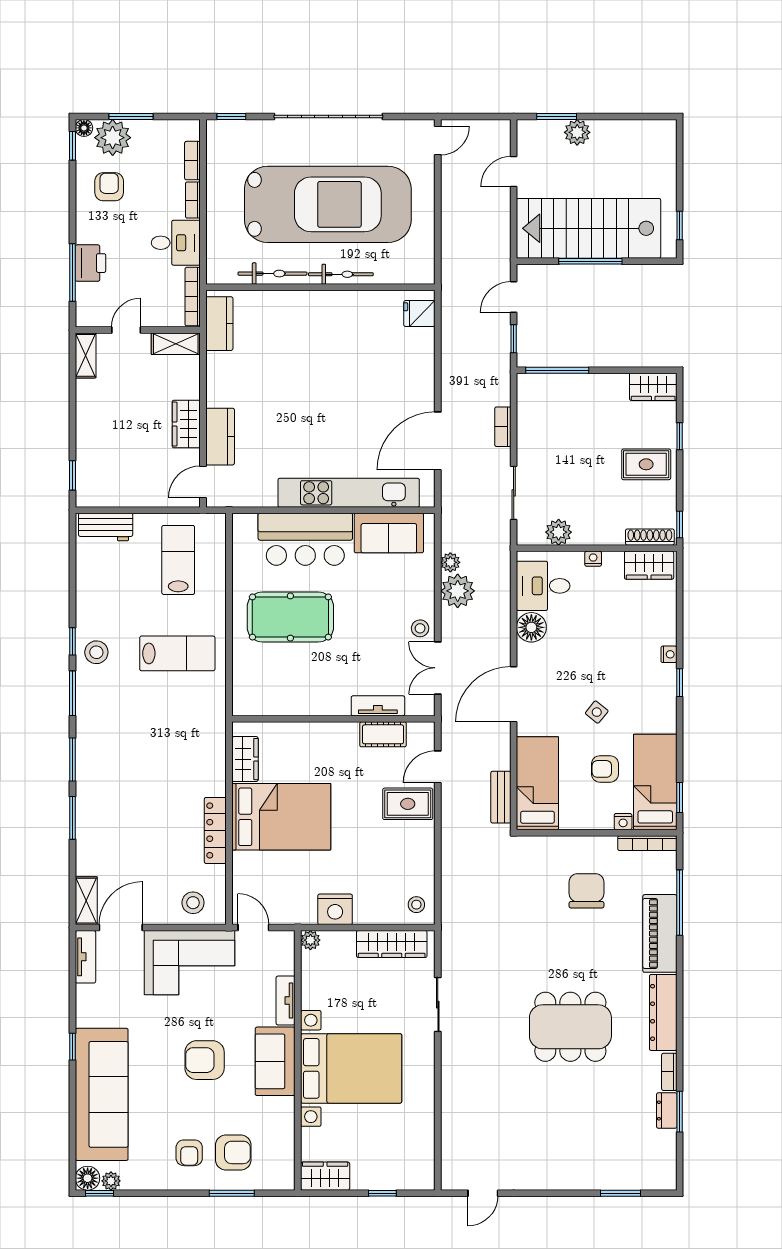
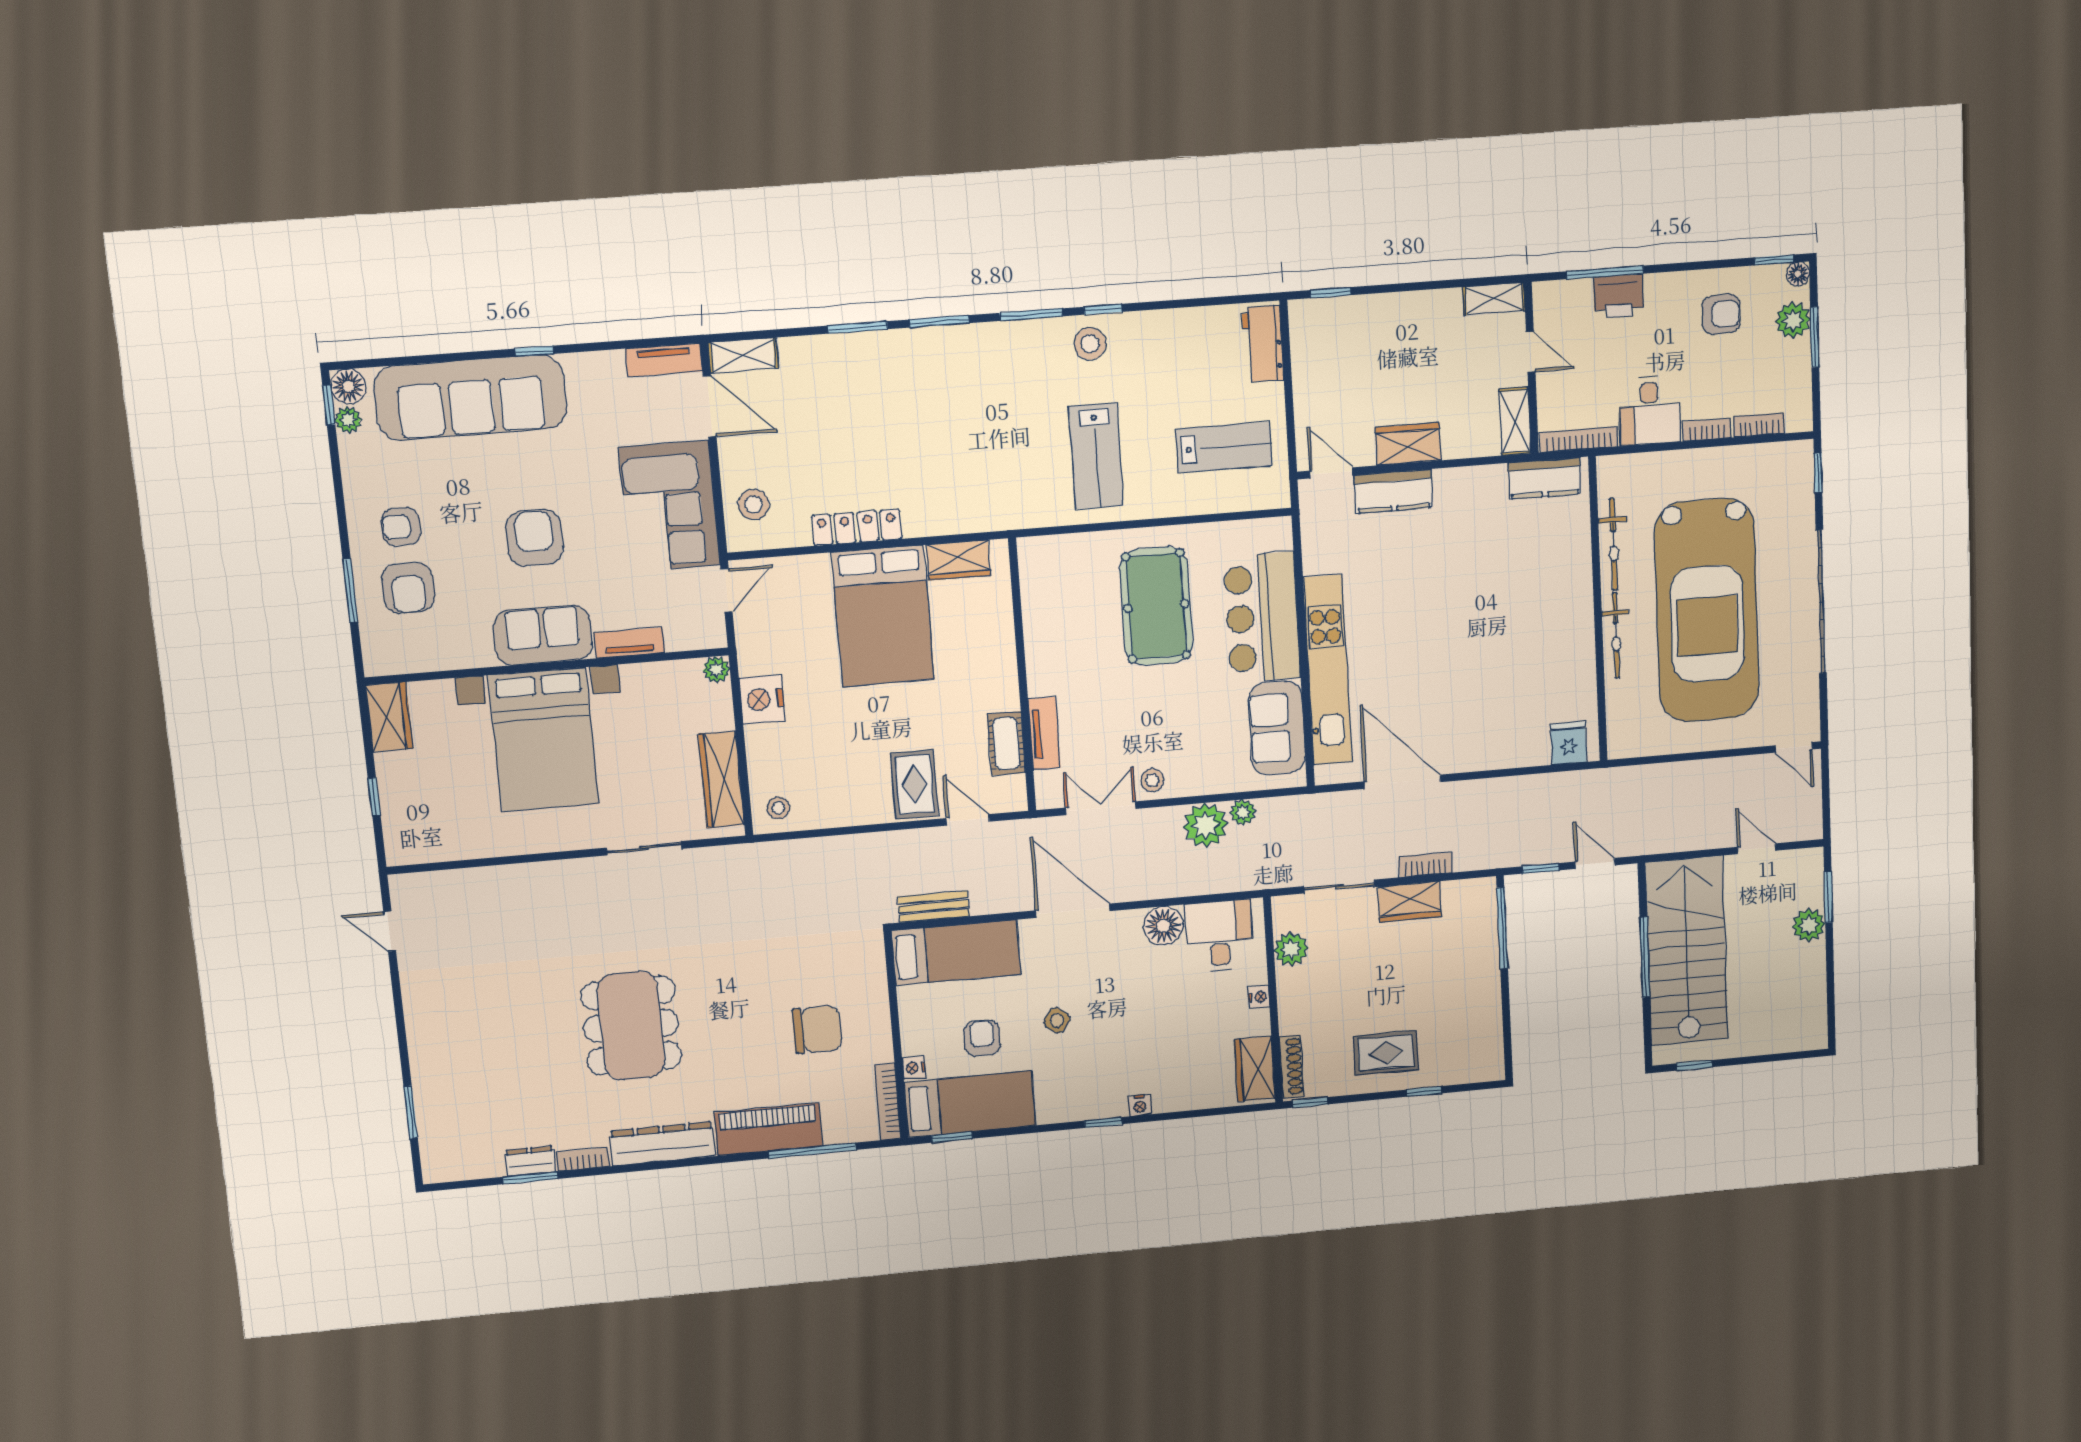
plant: (113, 138) -> (1793, 320), width x0.73, depth x0.73
wardrobe: (653, 387) -> (1410, 902), moved, turned -90
rug: (646, 464) -> (1386, 1053), turned 90

